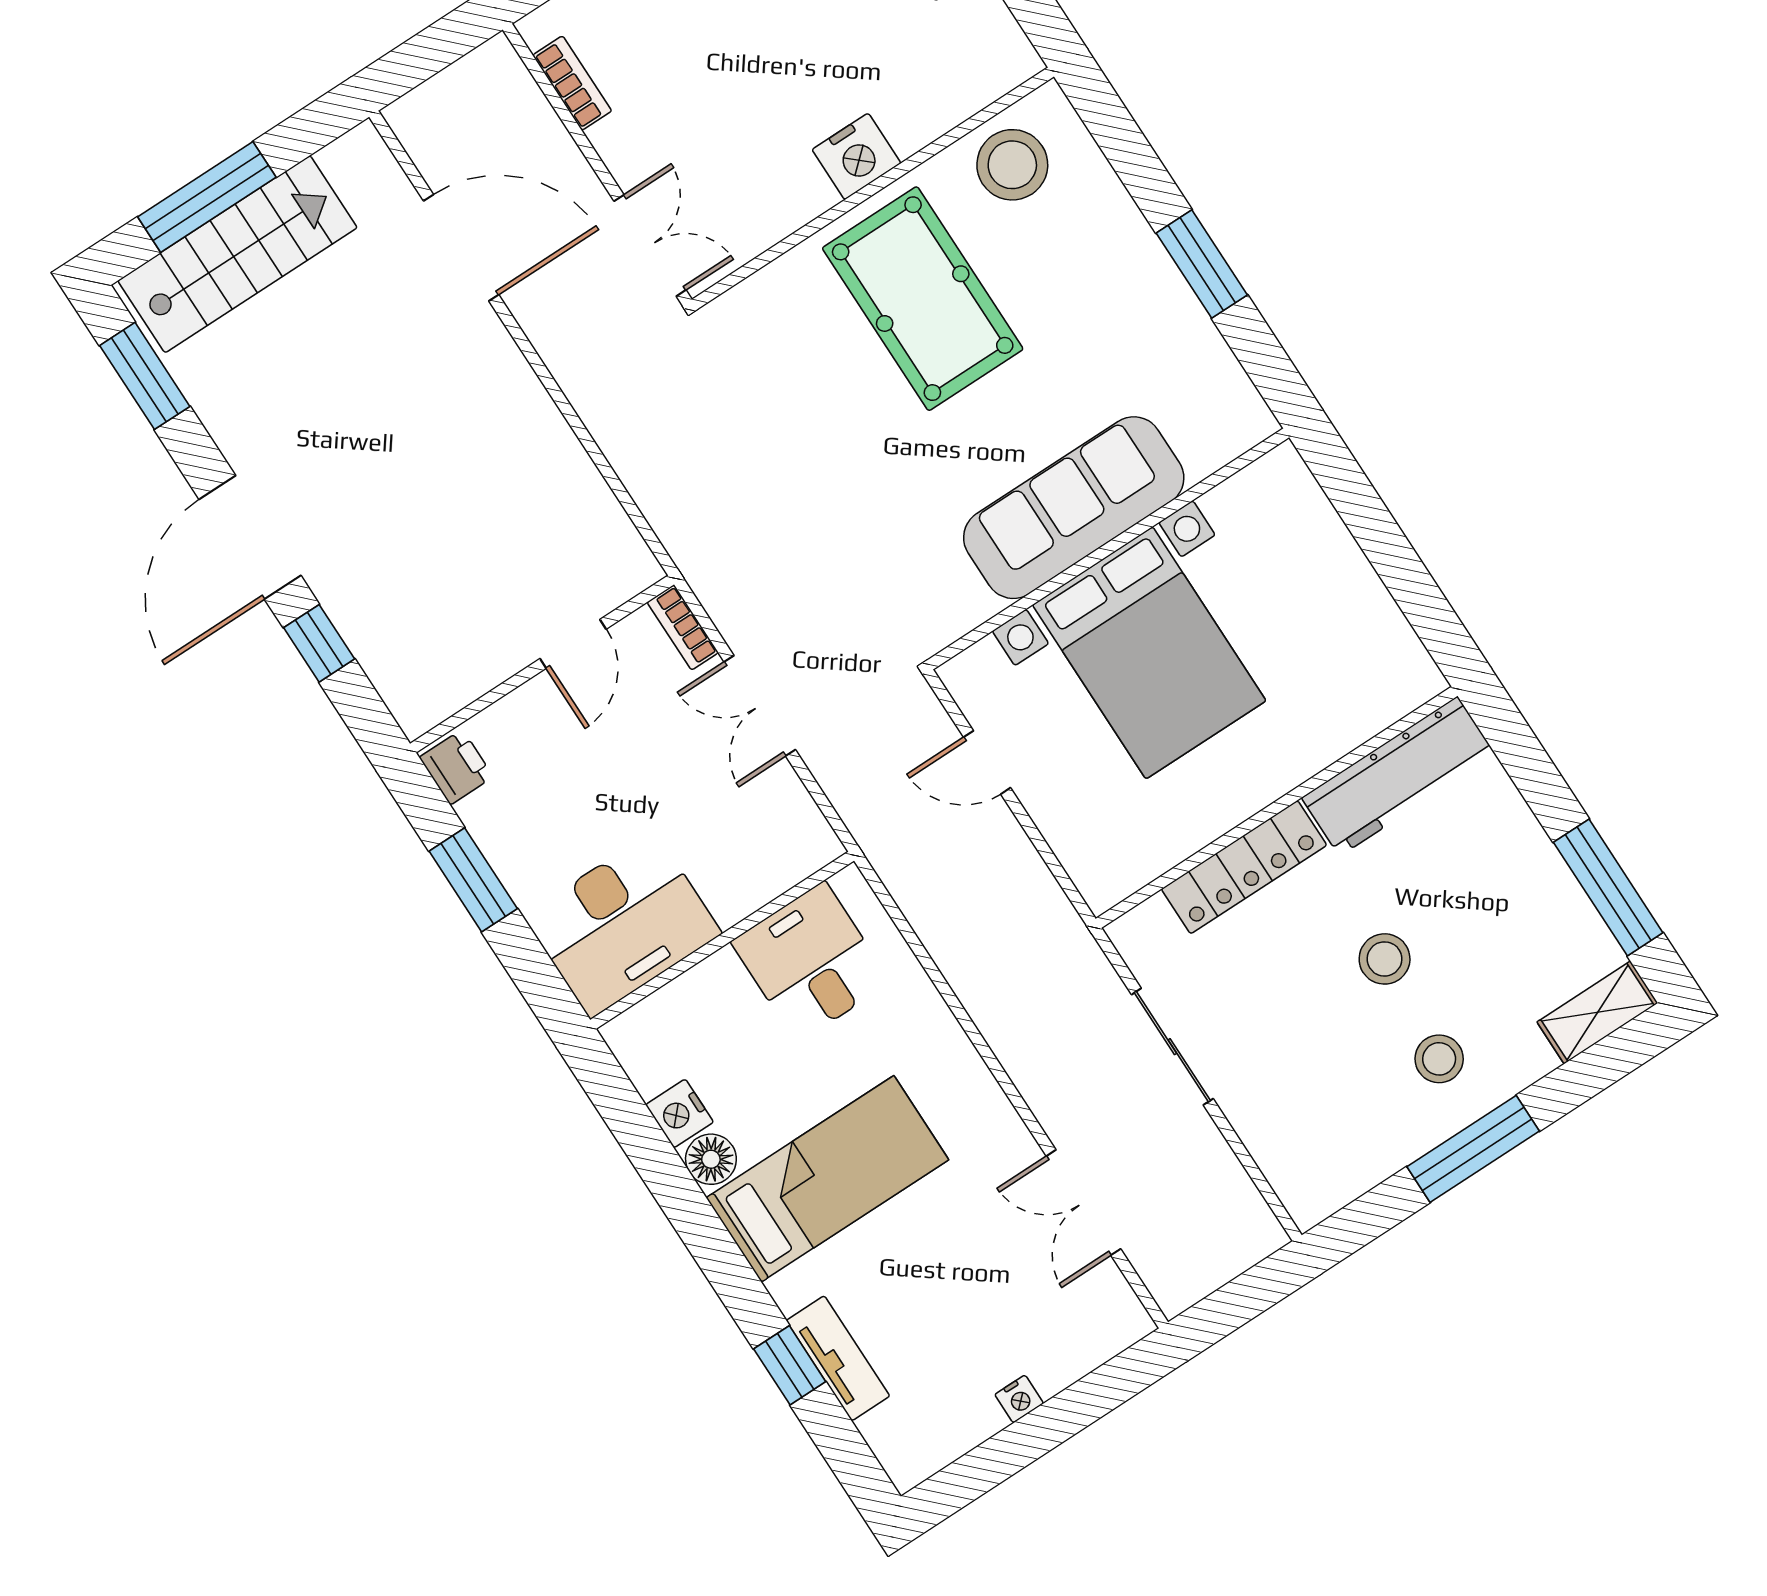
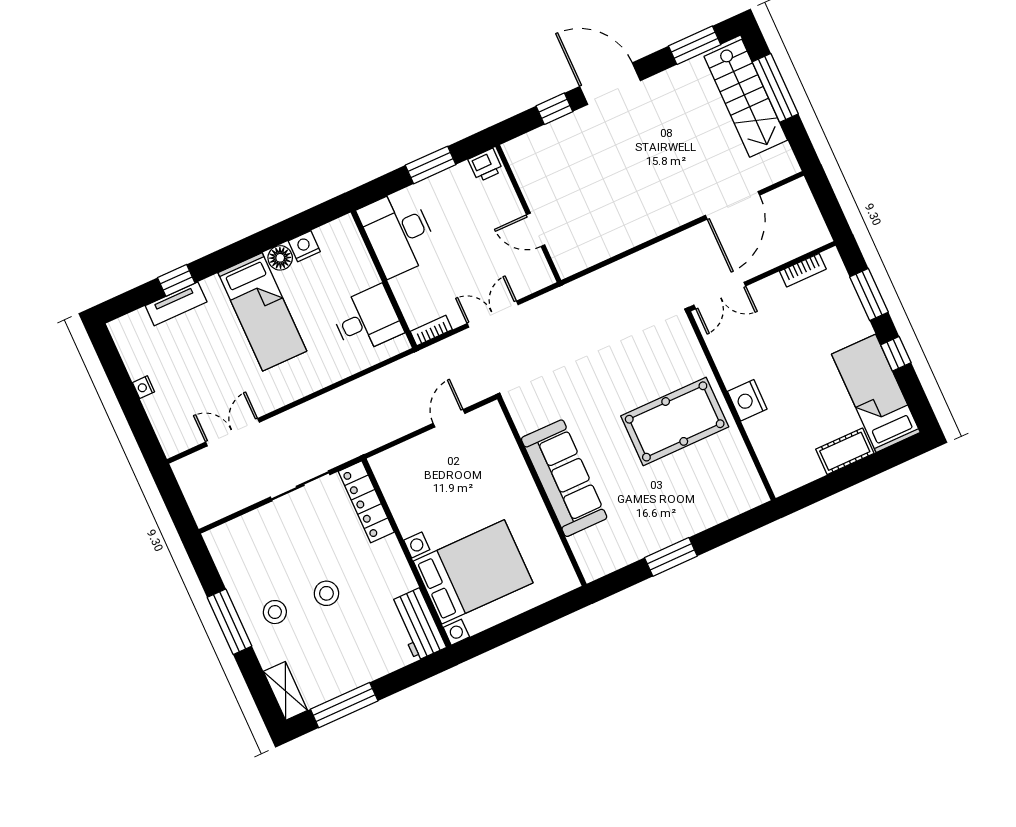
stool: (1012, 165) -> (732, 474), removed
bookcase: (683, 627) -> (431, 330), moved
bed with nightstands: (1149, 653) -> (473, 572), moved, turned 180
workbench: (1399, 776) -> (418, 625), width x0.73
locker: (1244, 867) -> (366, 502), moved

